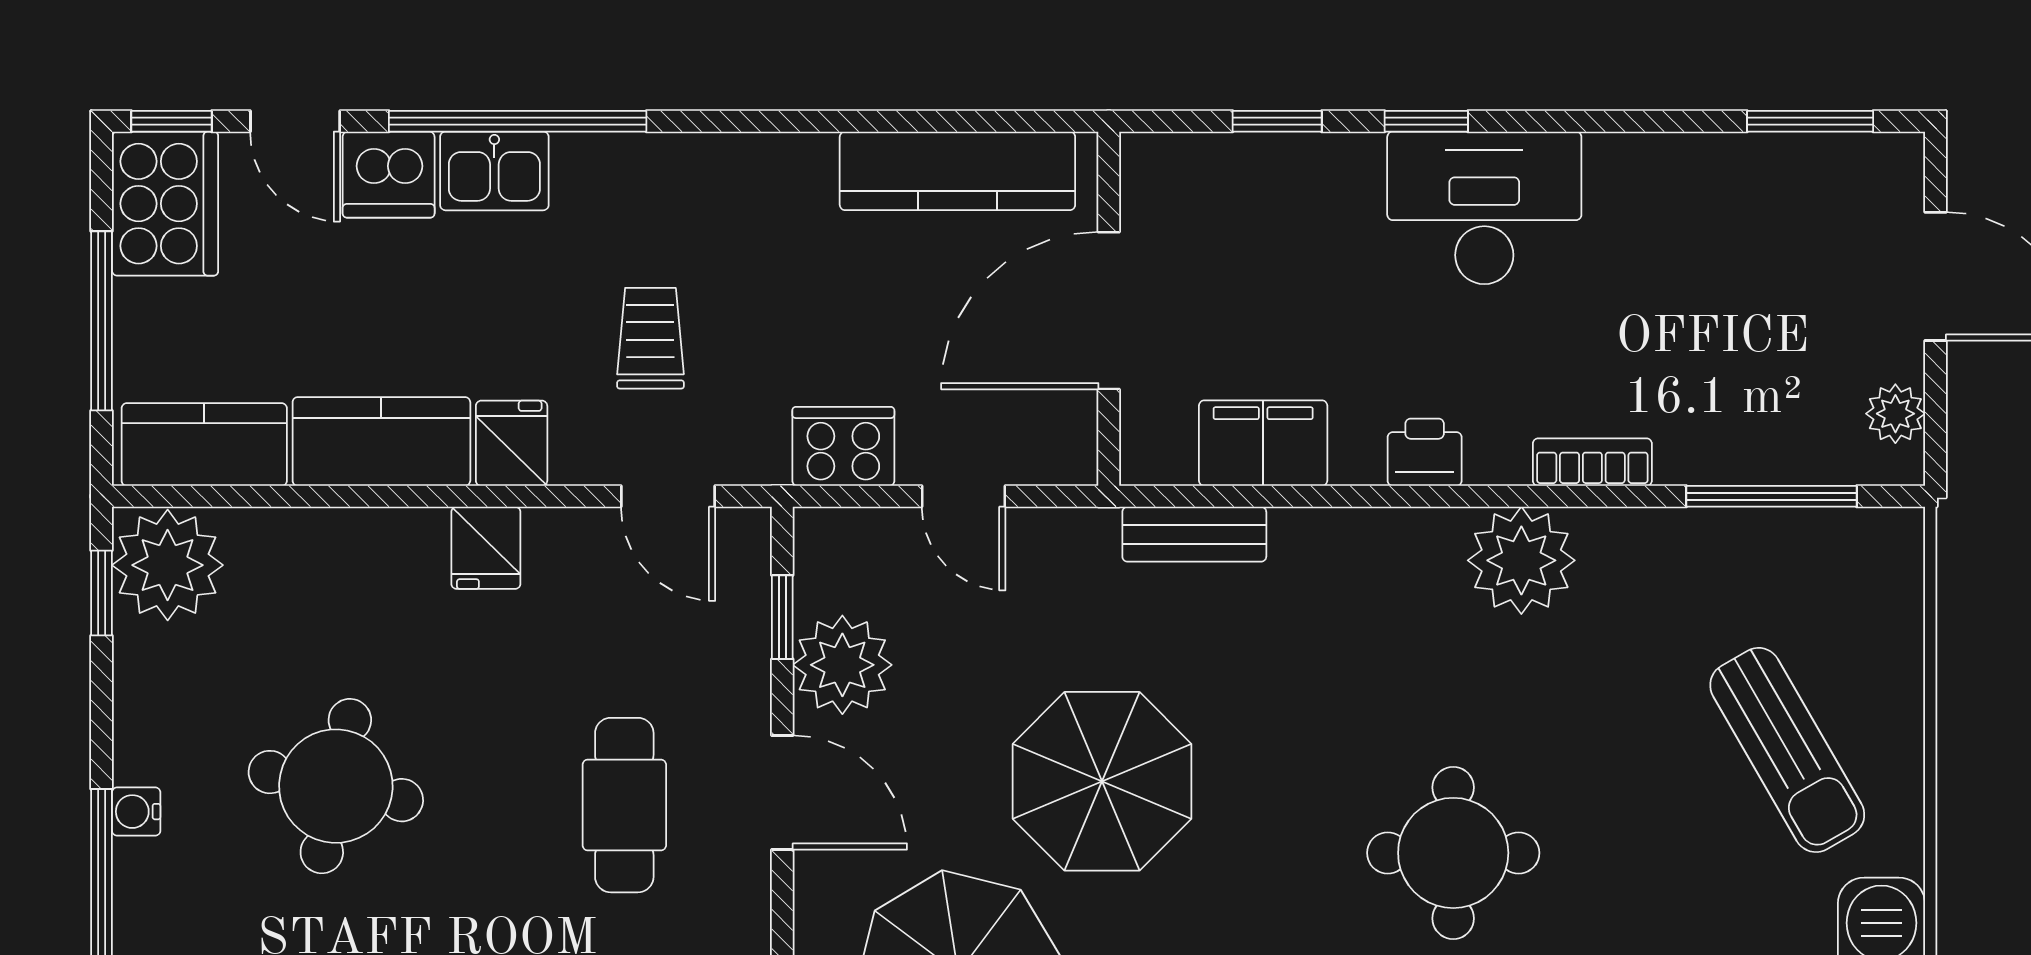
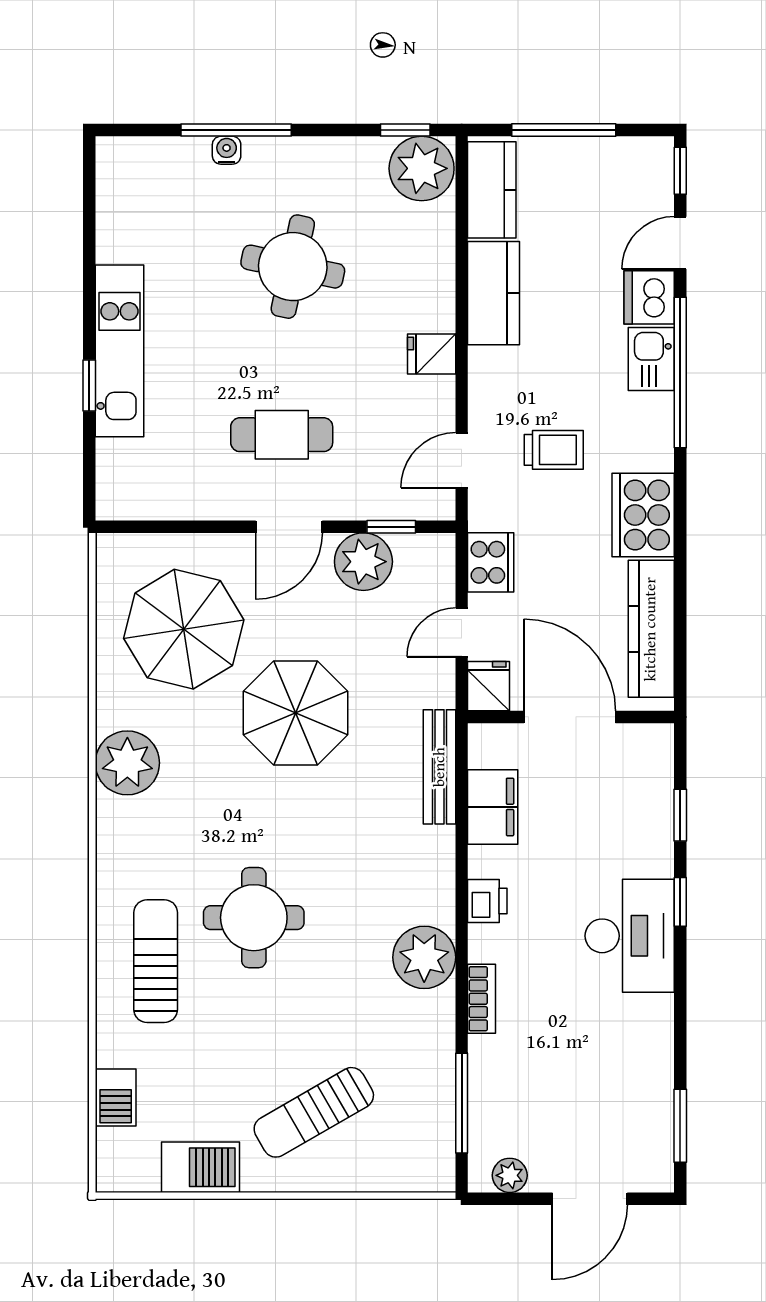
cooker: (165, 204) -> (643, 515), moved, turned 90
fridge: (512, 443) -> (488, 686), moved, turned -90
bench: (1194, 534) -> (440, 767), width x1.36
water cooler: (136, 812) -> (227, 150), moved

